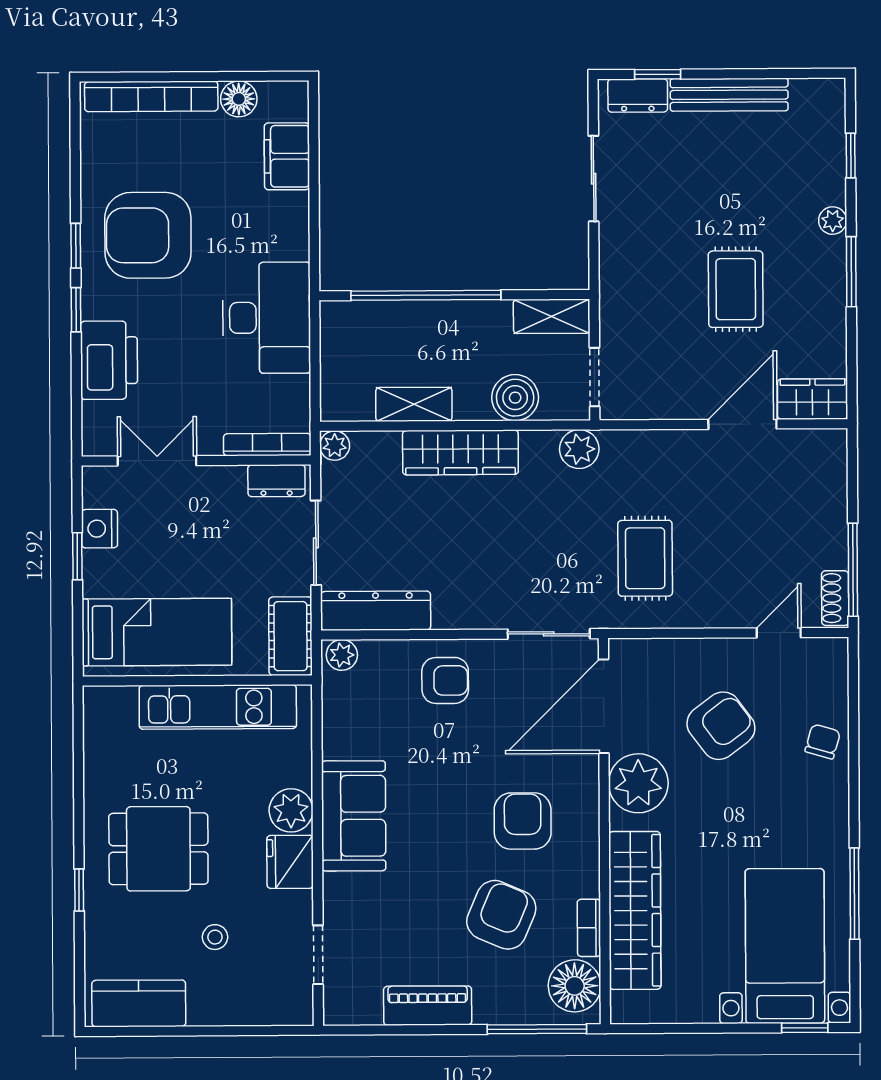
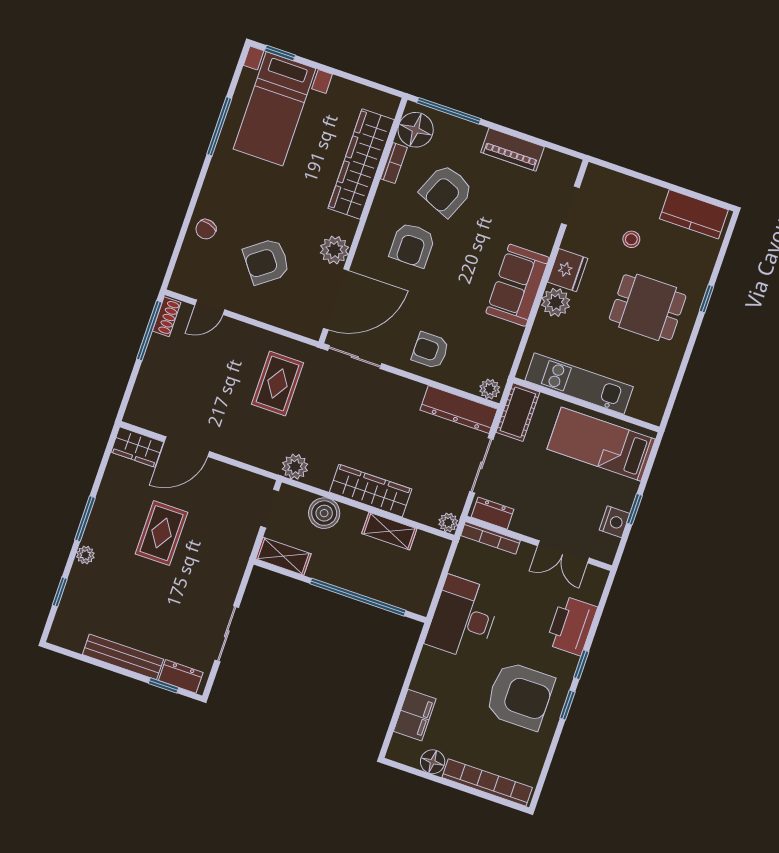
plant: (638, 783) -> (334, 250), width x0.73, depth x0.73

